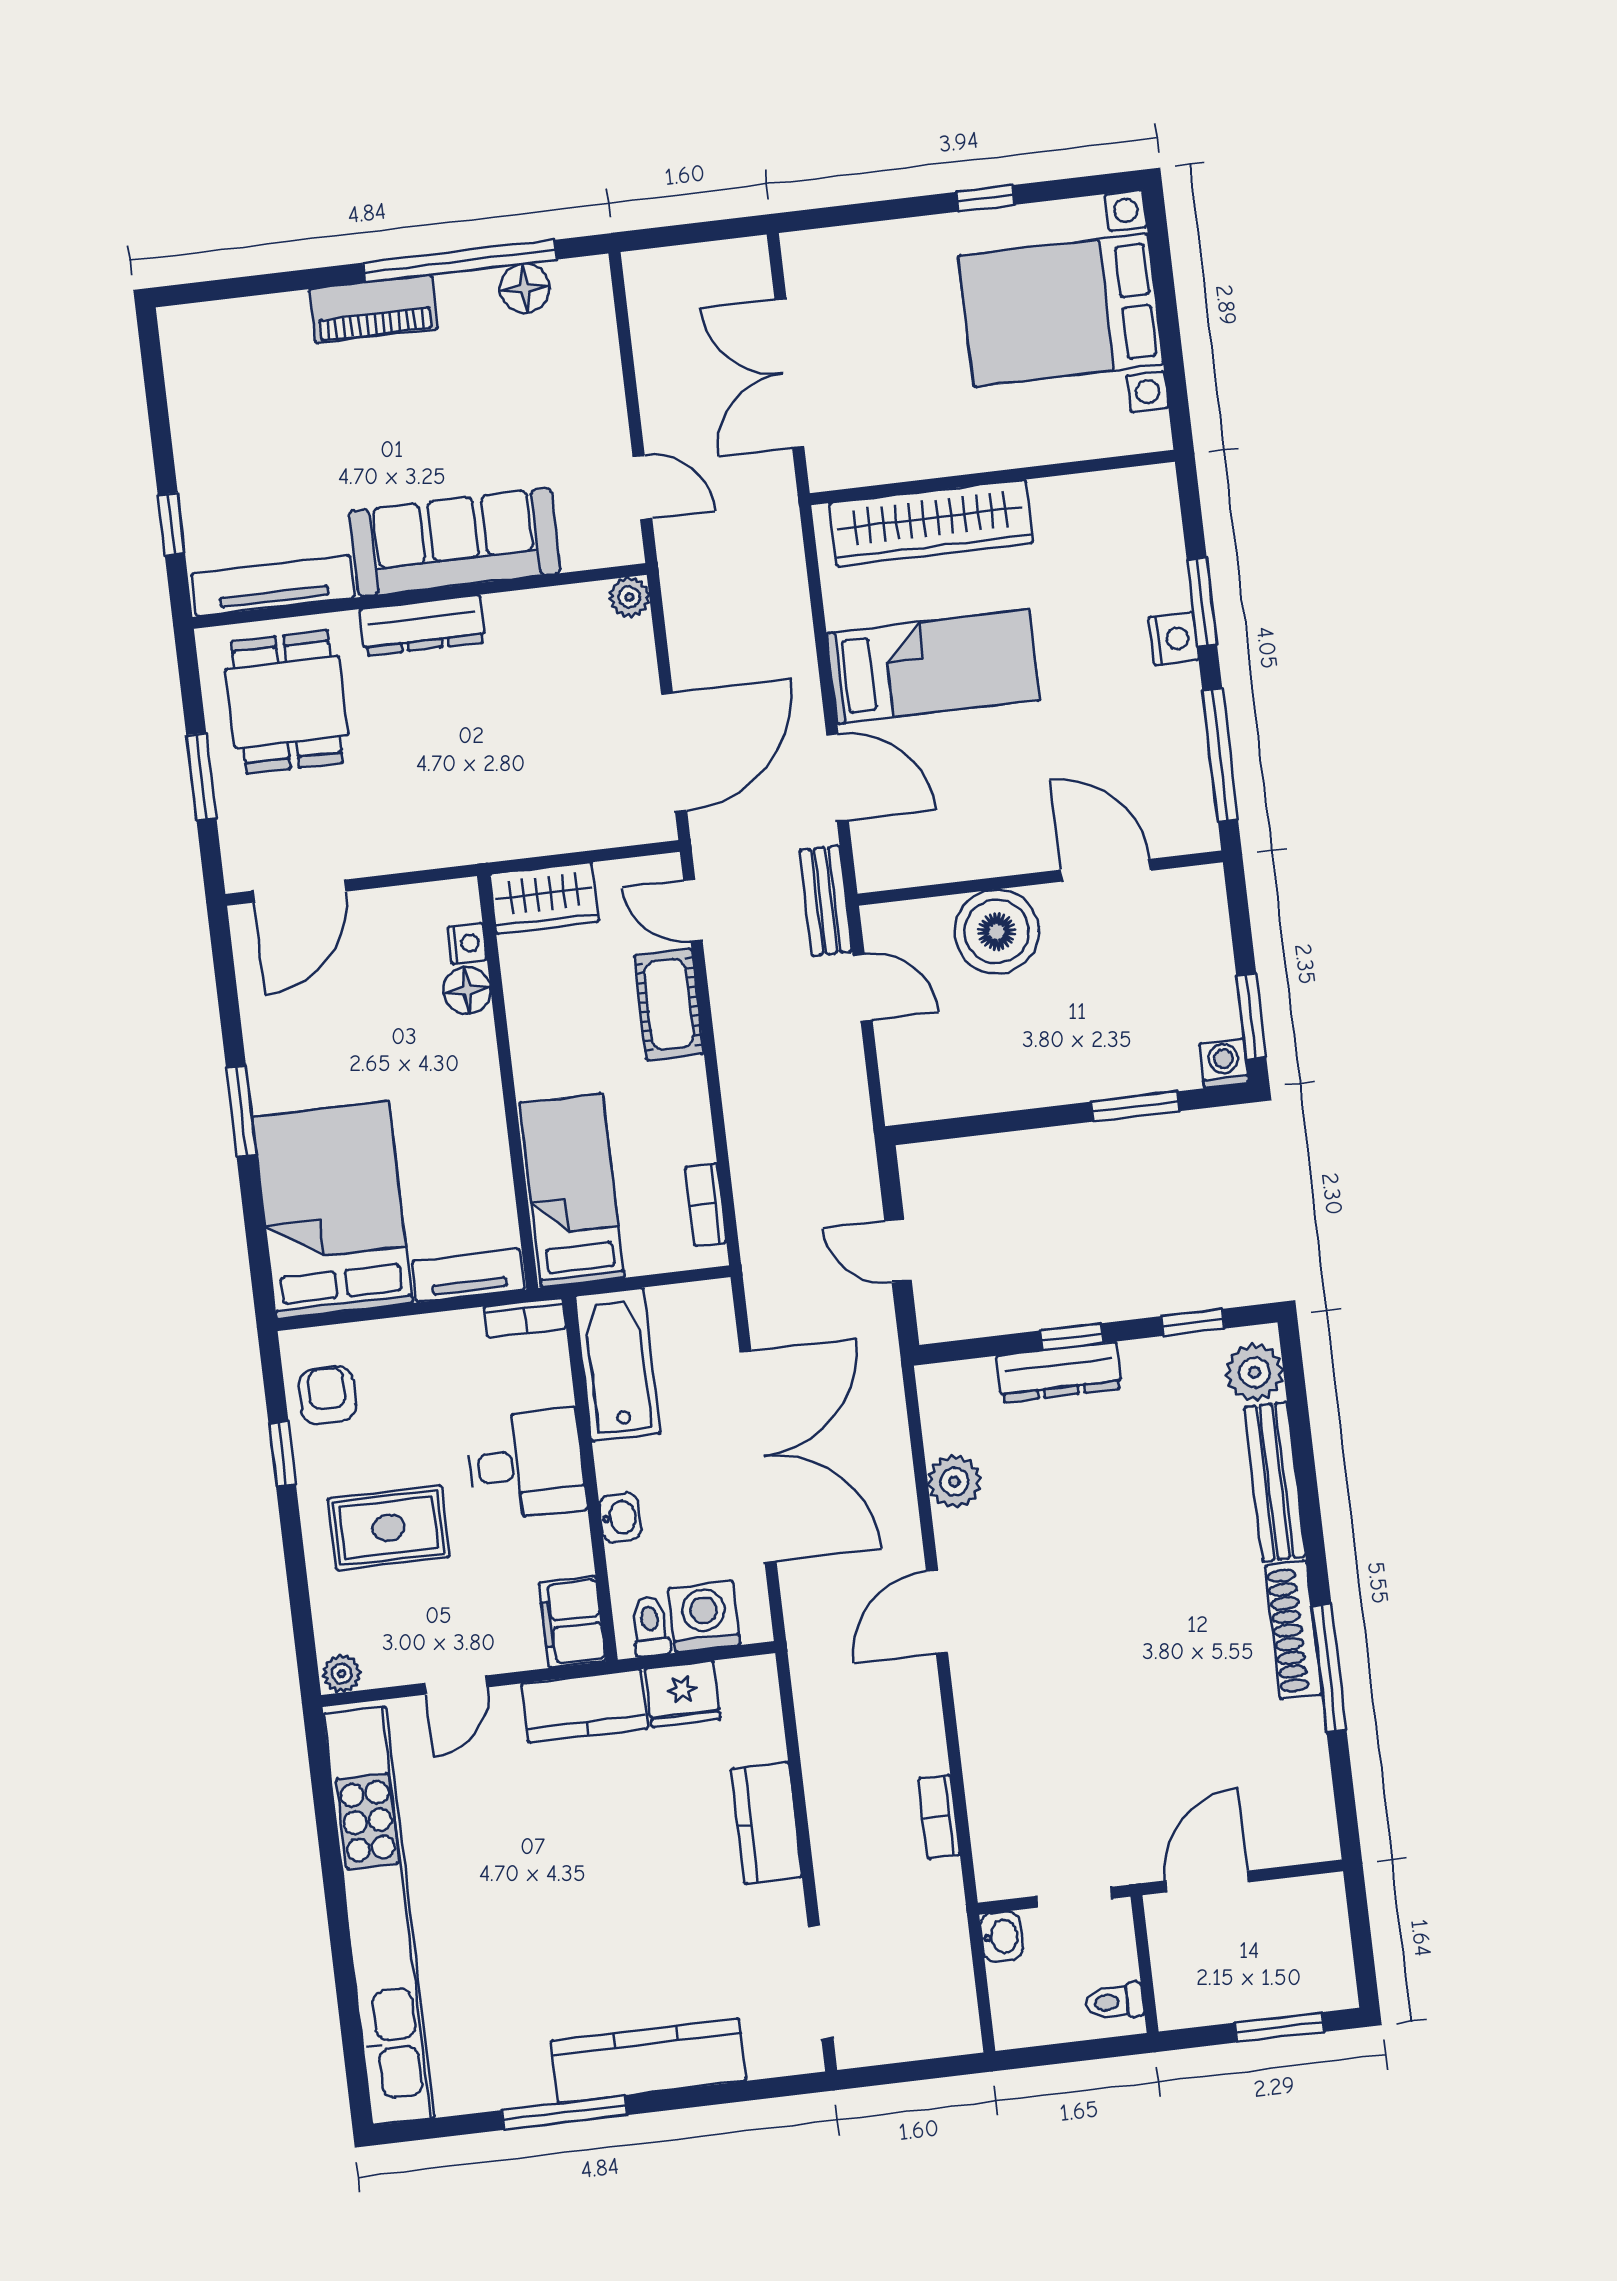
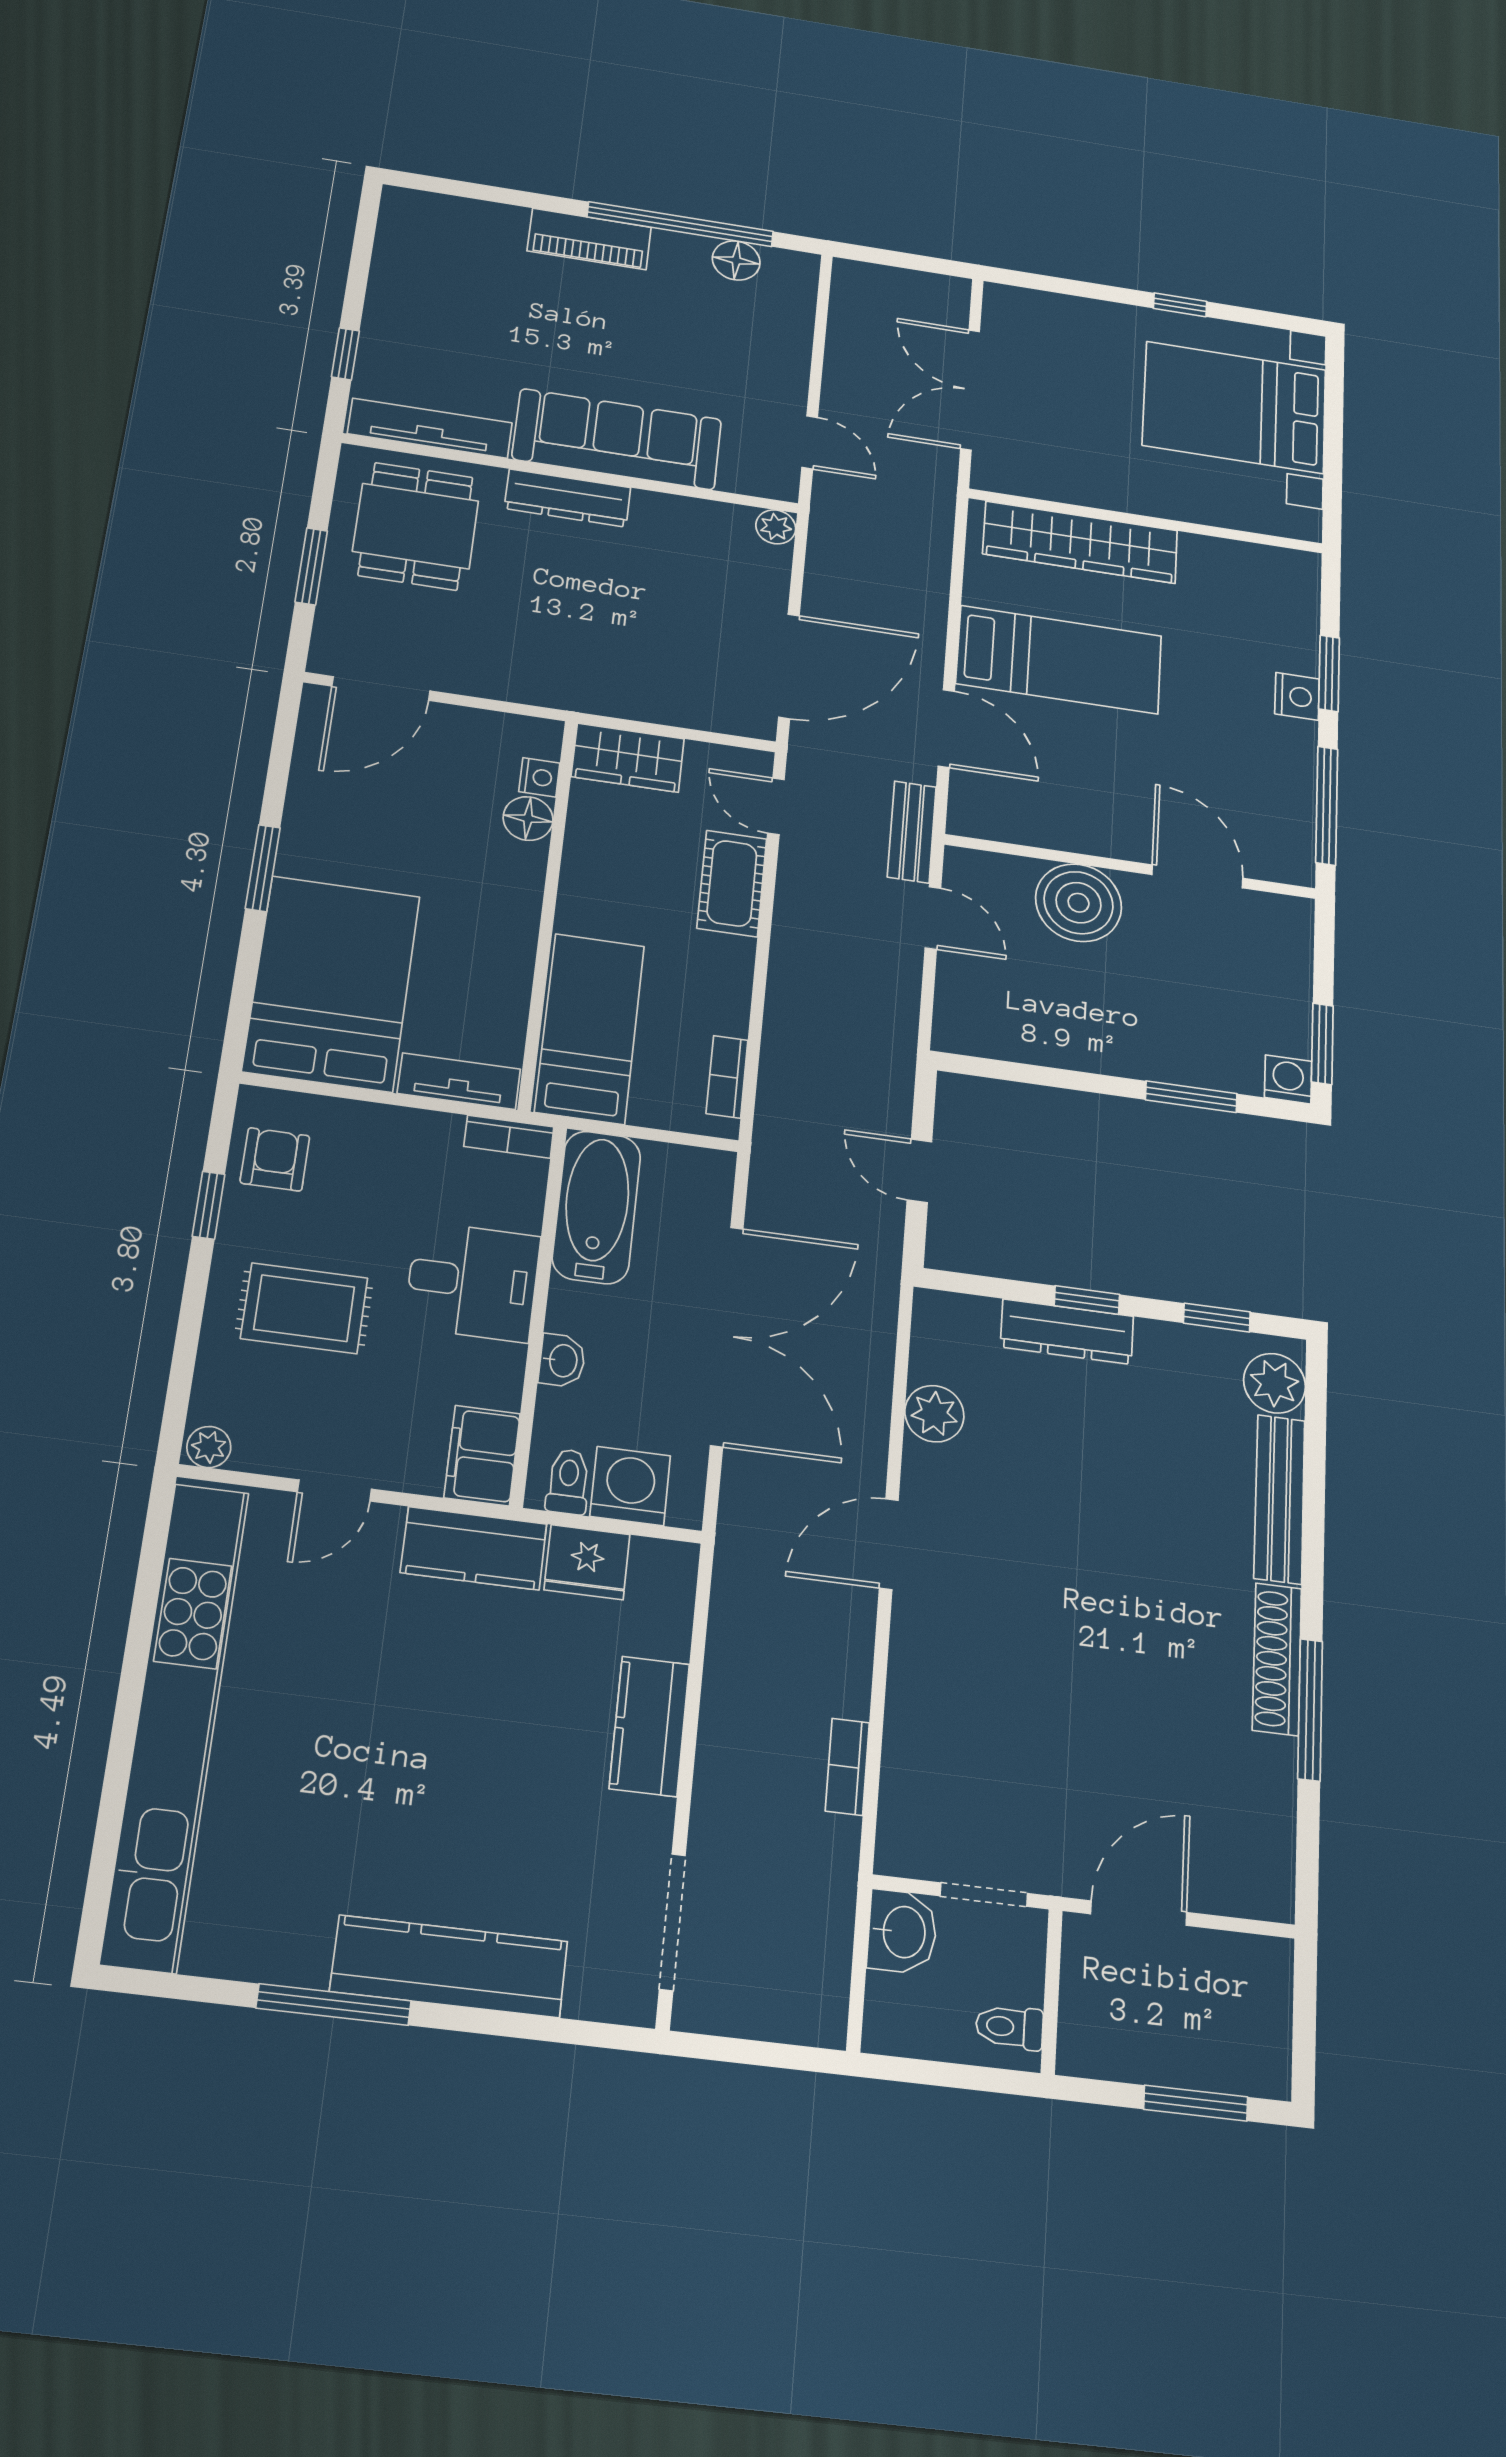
washbasin: (1002, 1936) -> (902, 1932), width x1.38, depth x1.45

